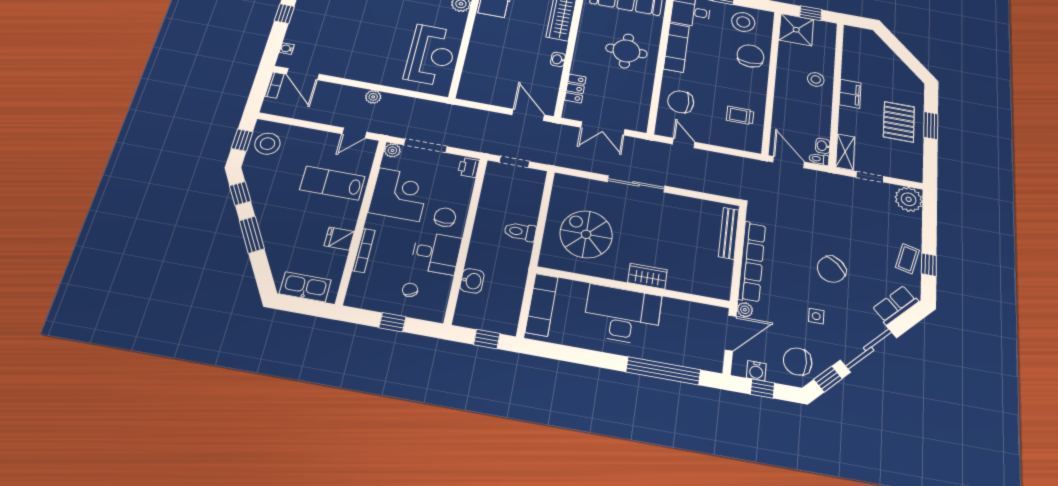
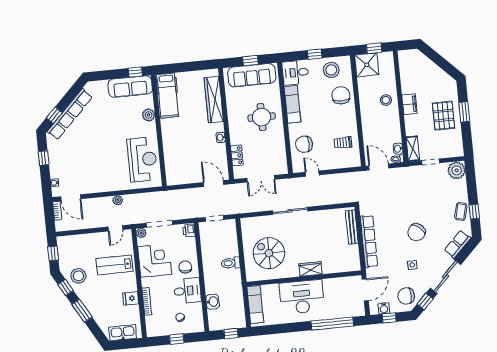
stool: (267, 144) -> (78, 276), moved
plant: (745, 310) -> (371, 273), removed

